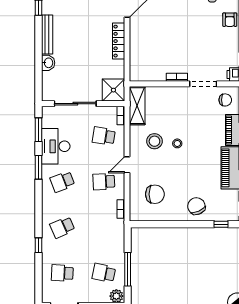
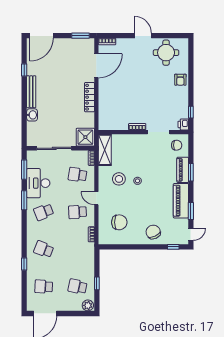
door: (127, 165) -> (96, 198), hinge flipped
school desk: (62, 227) -> (44, 249), turned 45
window: (128, 269) -> (97, 283), width x0.46

